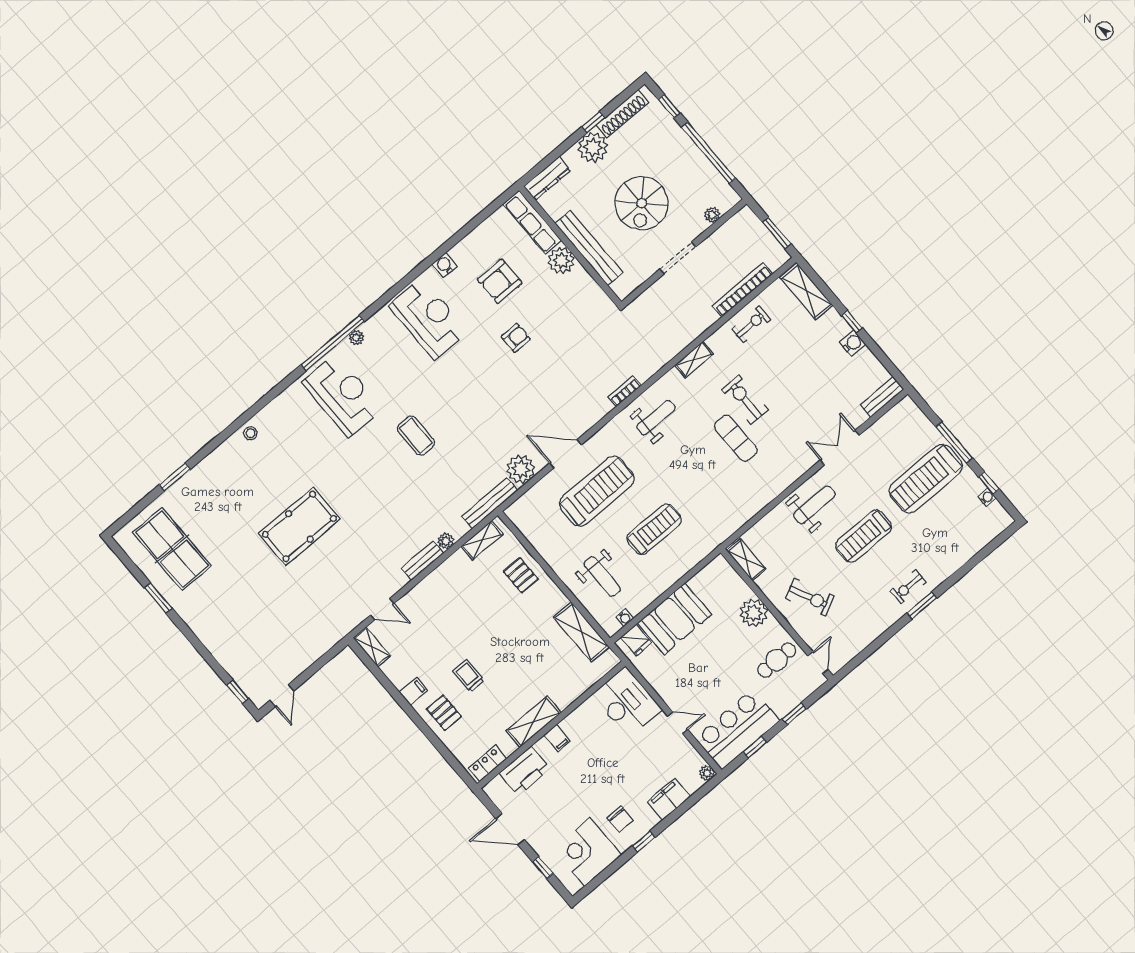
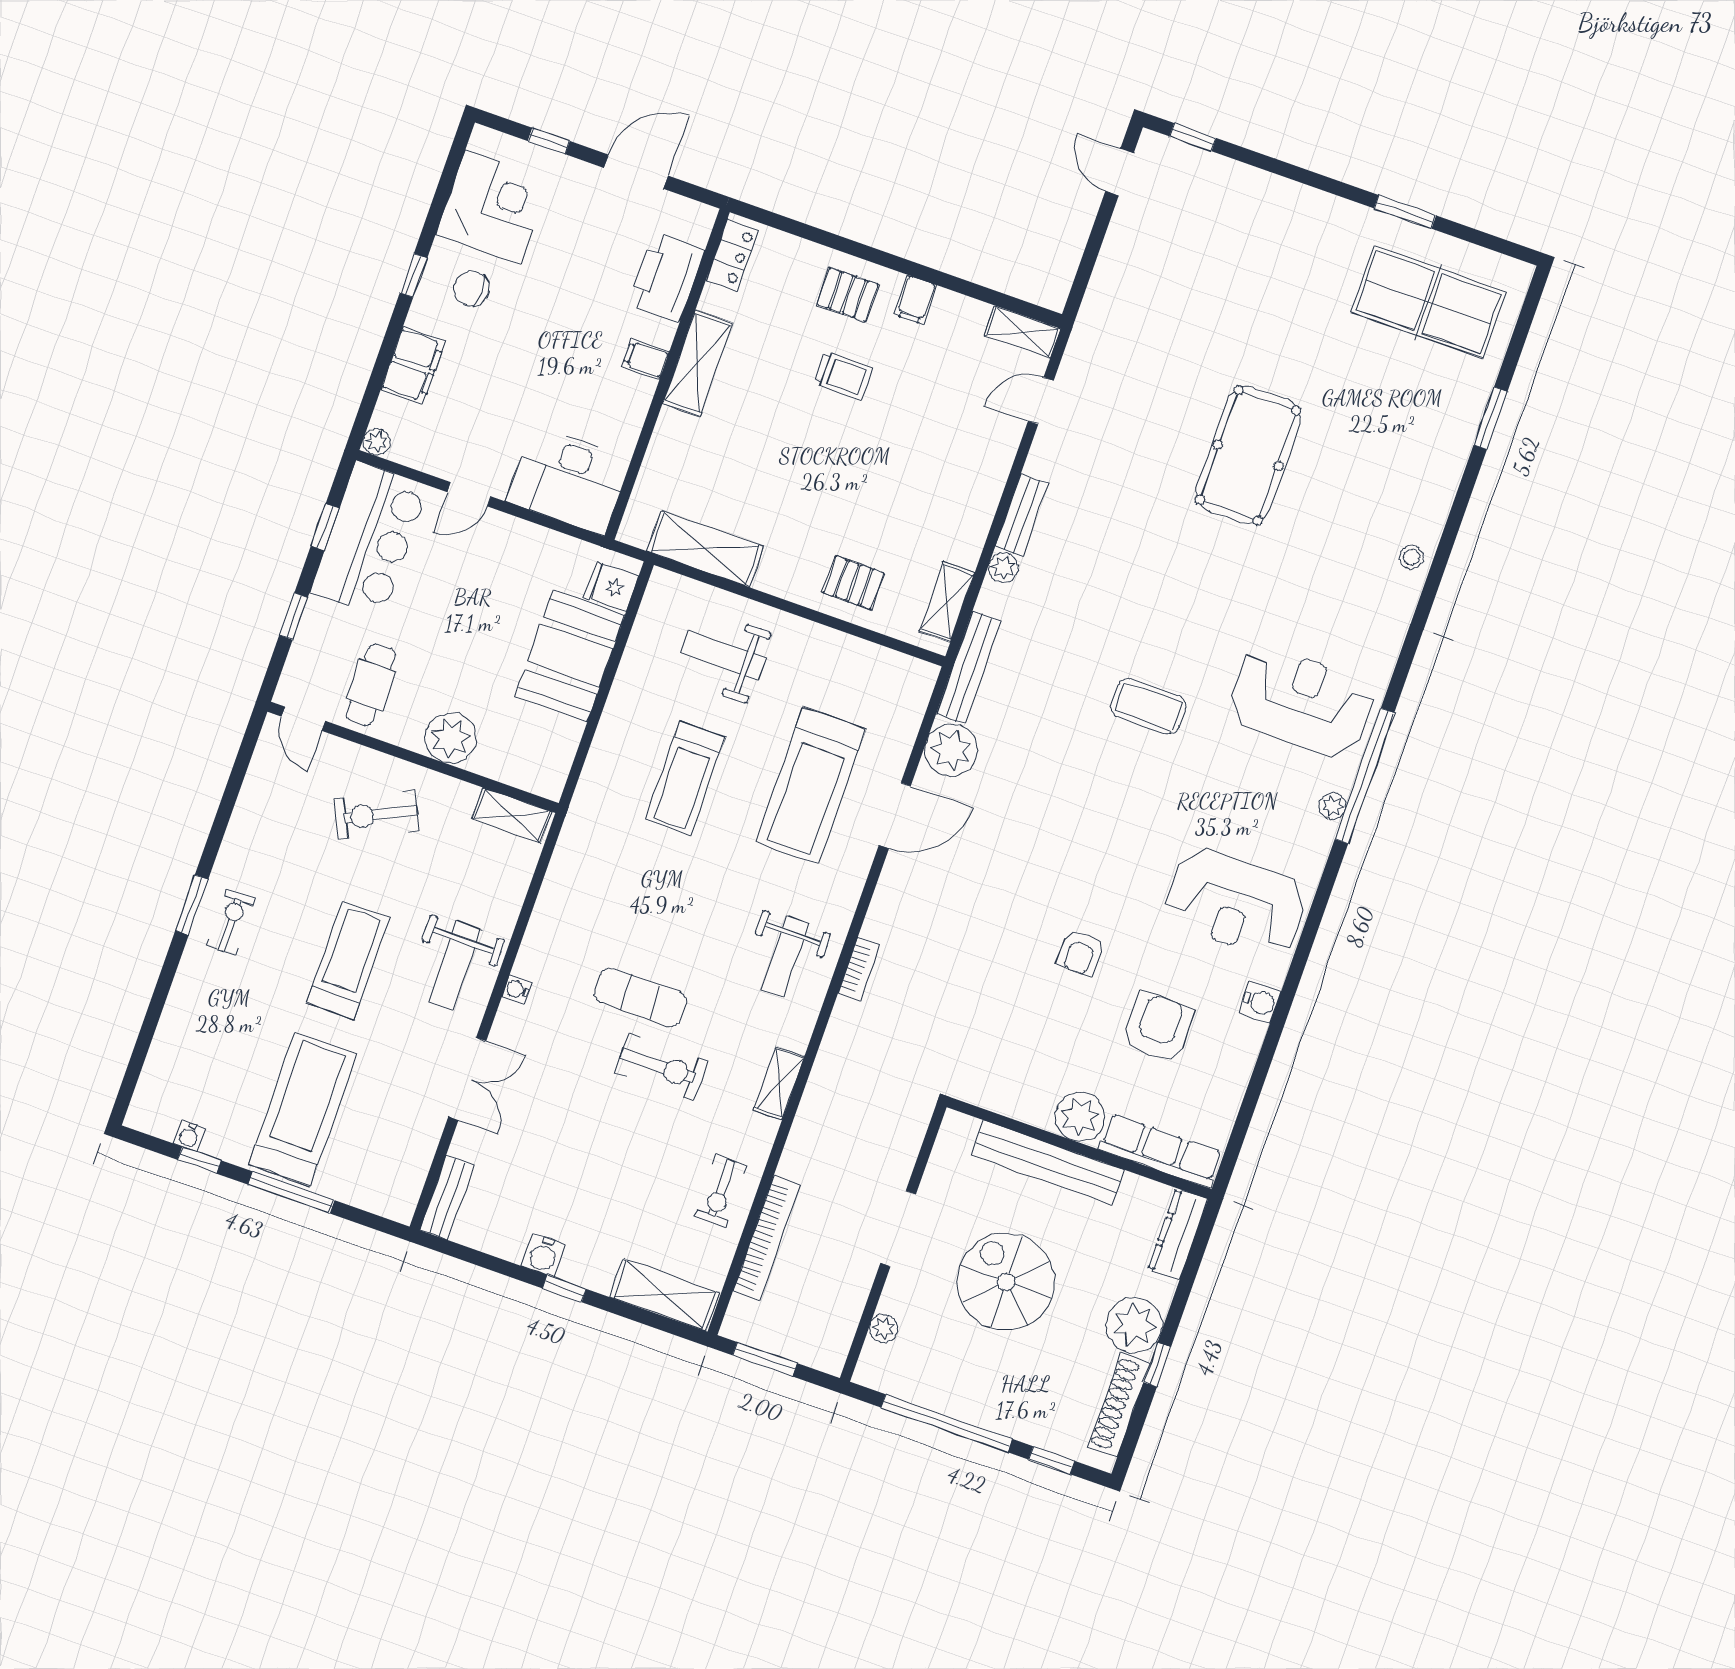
reception desk: (342, 396) -> (1301, 702), turned 180
water cooler: (625, 618) -> (517, 990), moved

